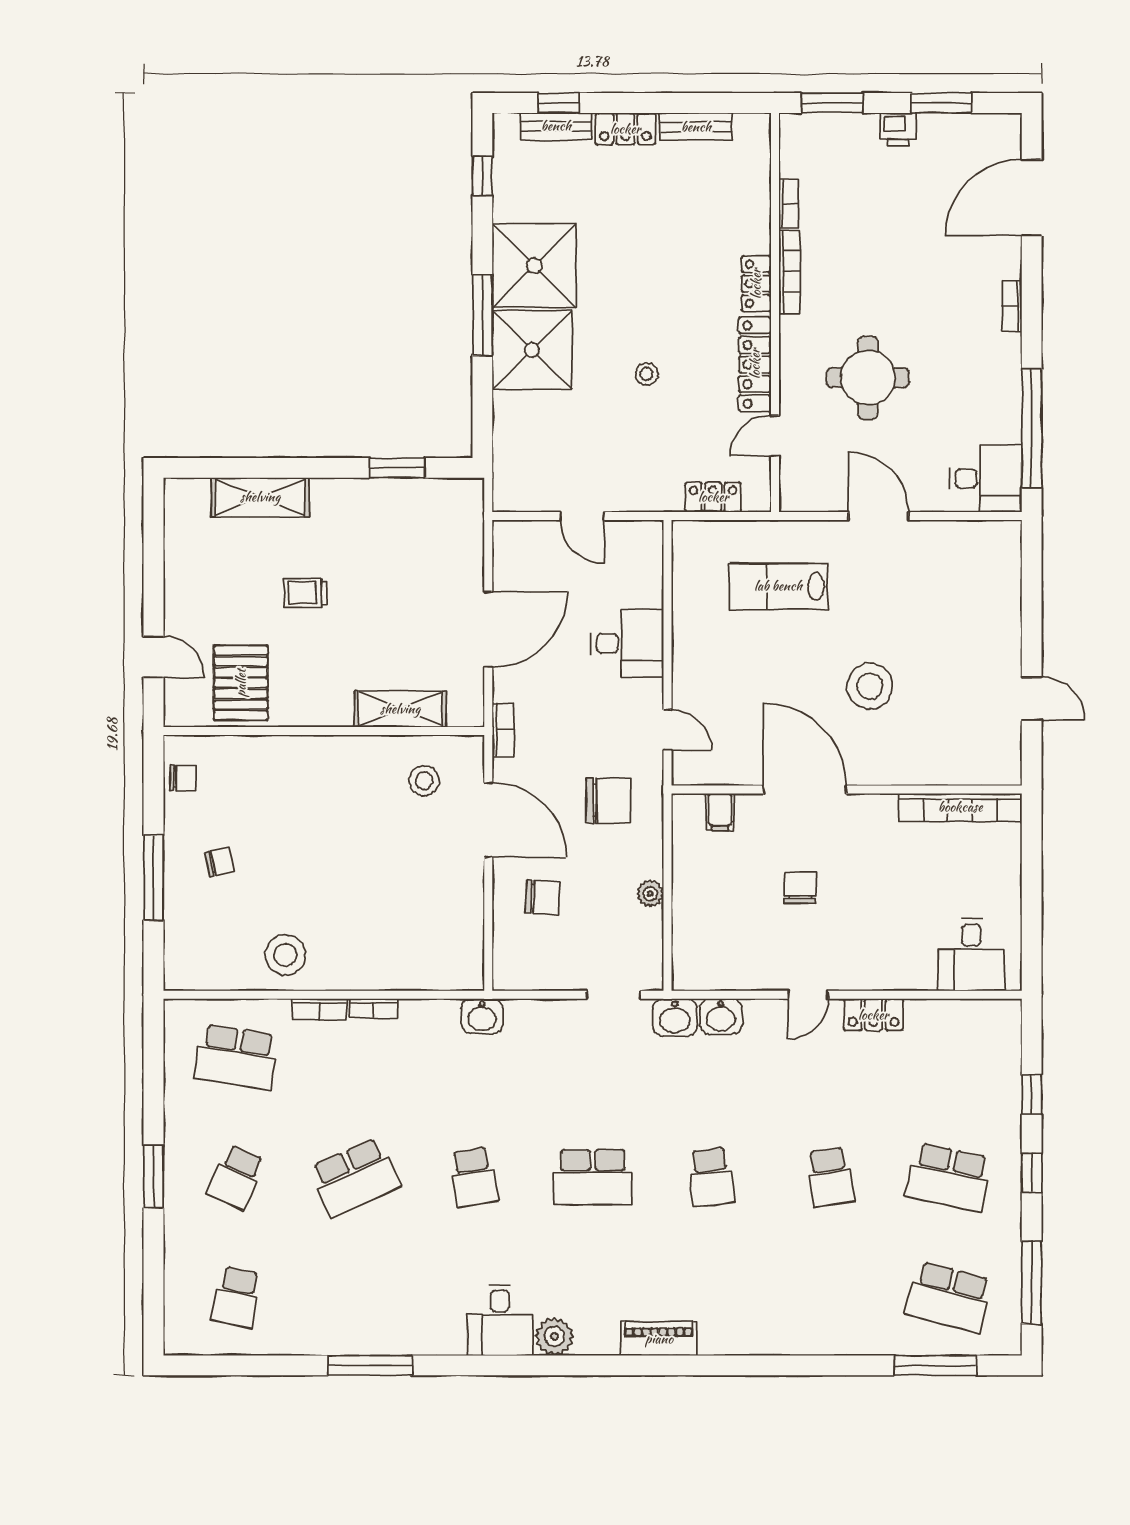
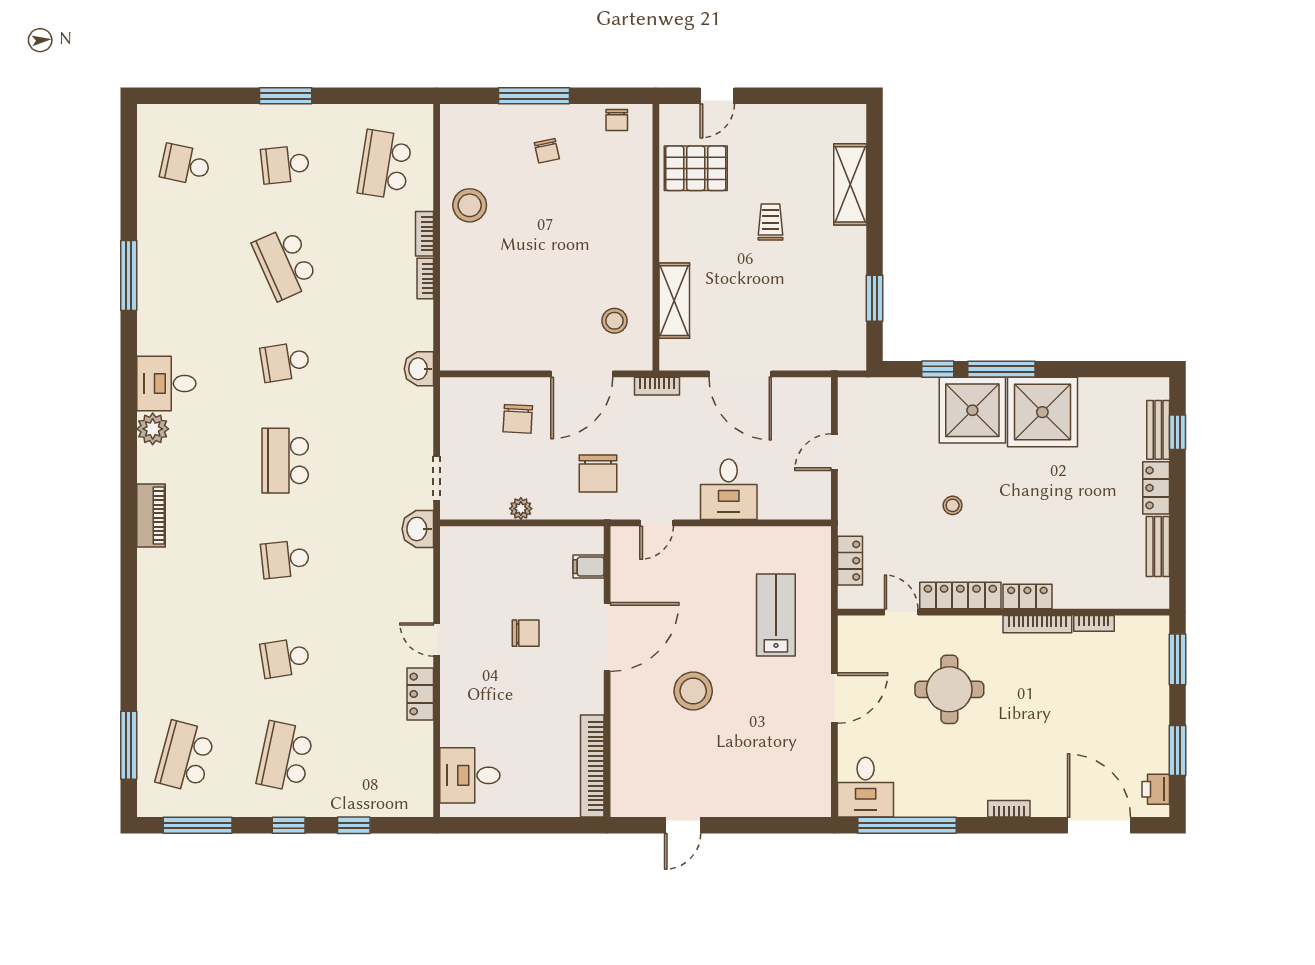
printer: (898, 129) -> (1156, 789), moved
window: (482, 176) -> (938, 369), moved
washbasin: (721, 1017) -> (419, 567), removed
school desk: (236, 1177) -> (285, 165), turned -30

